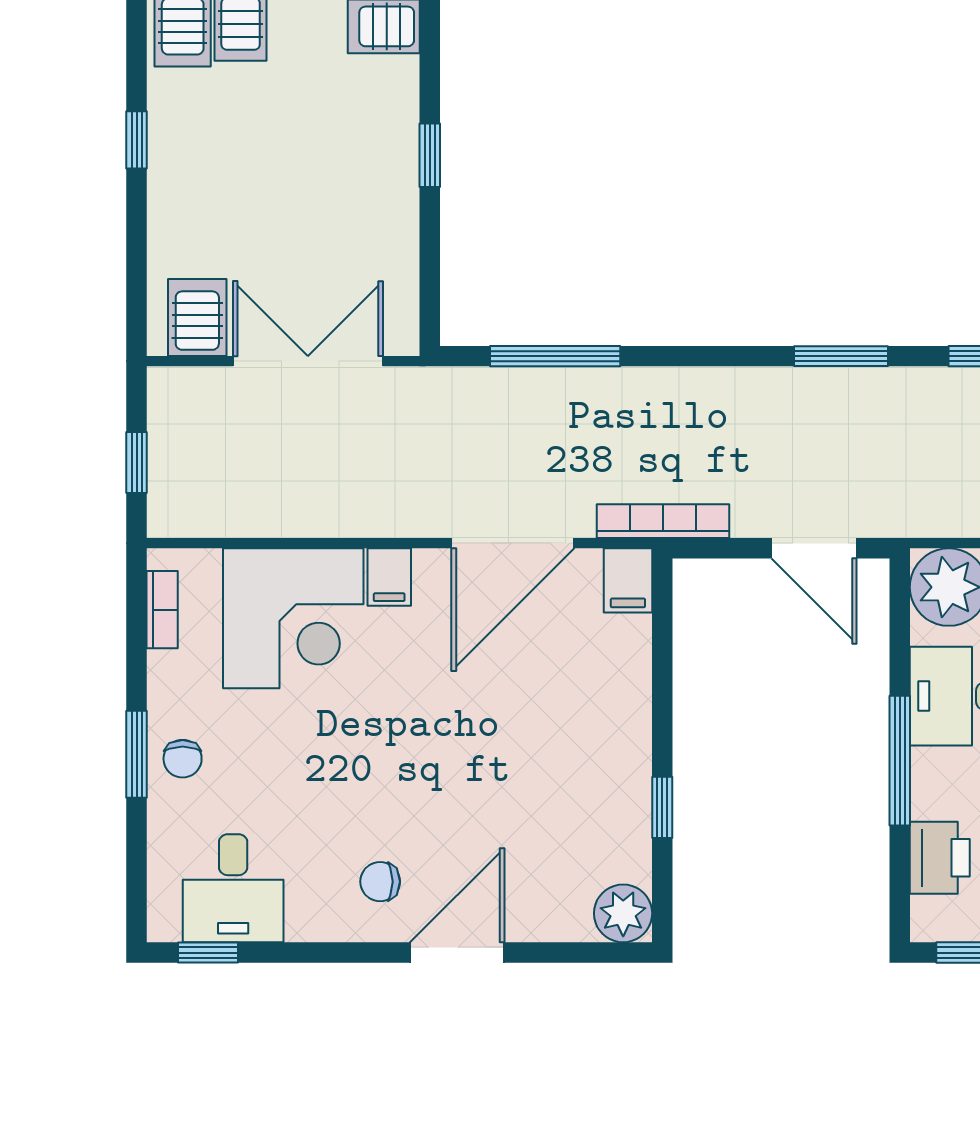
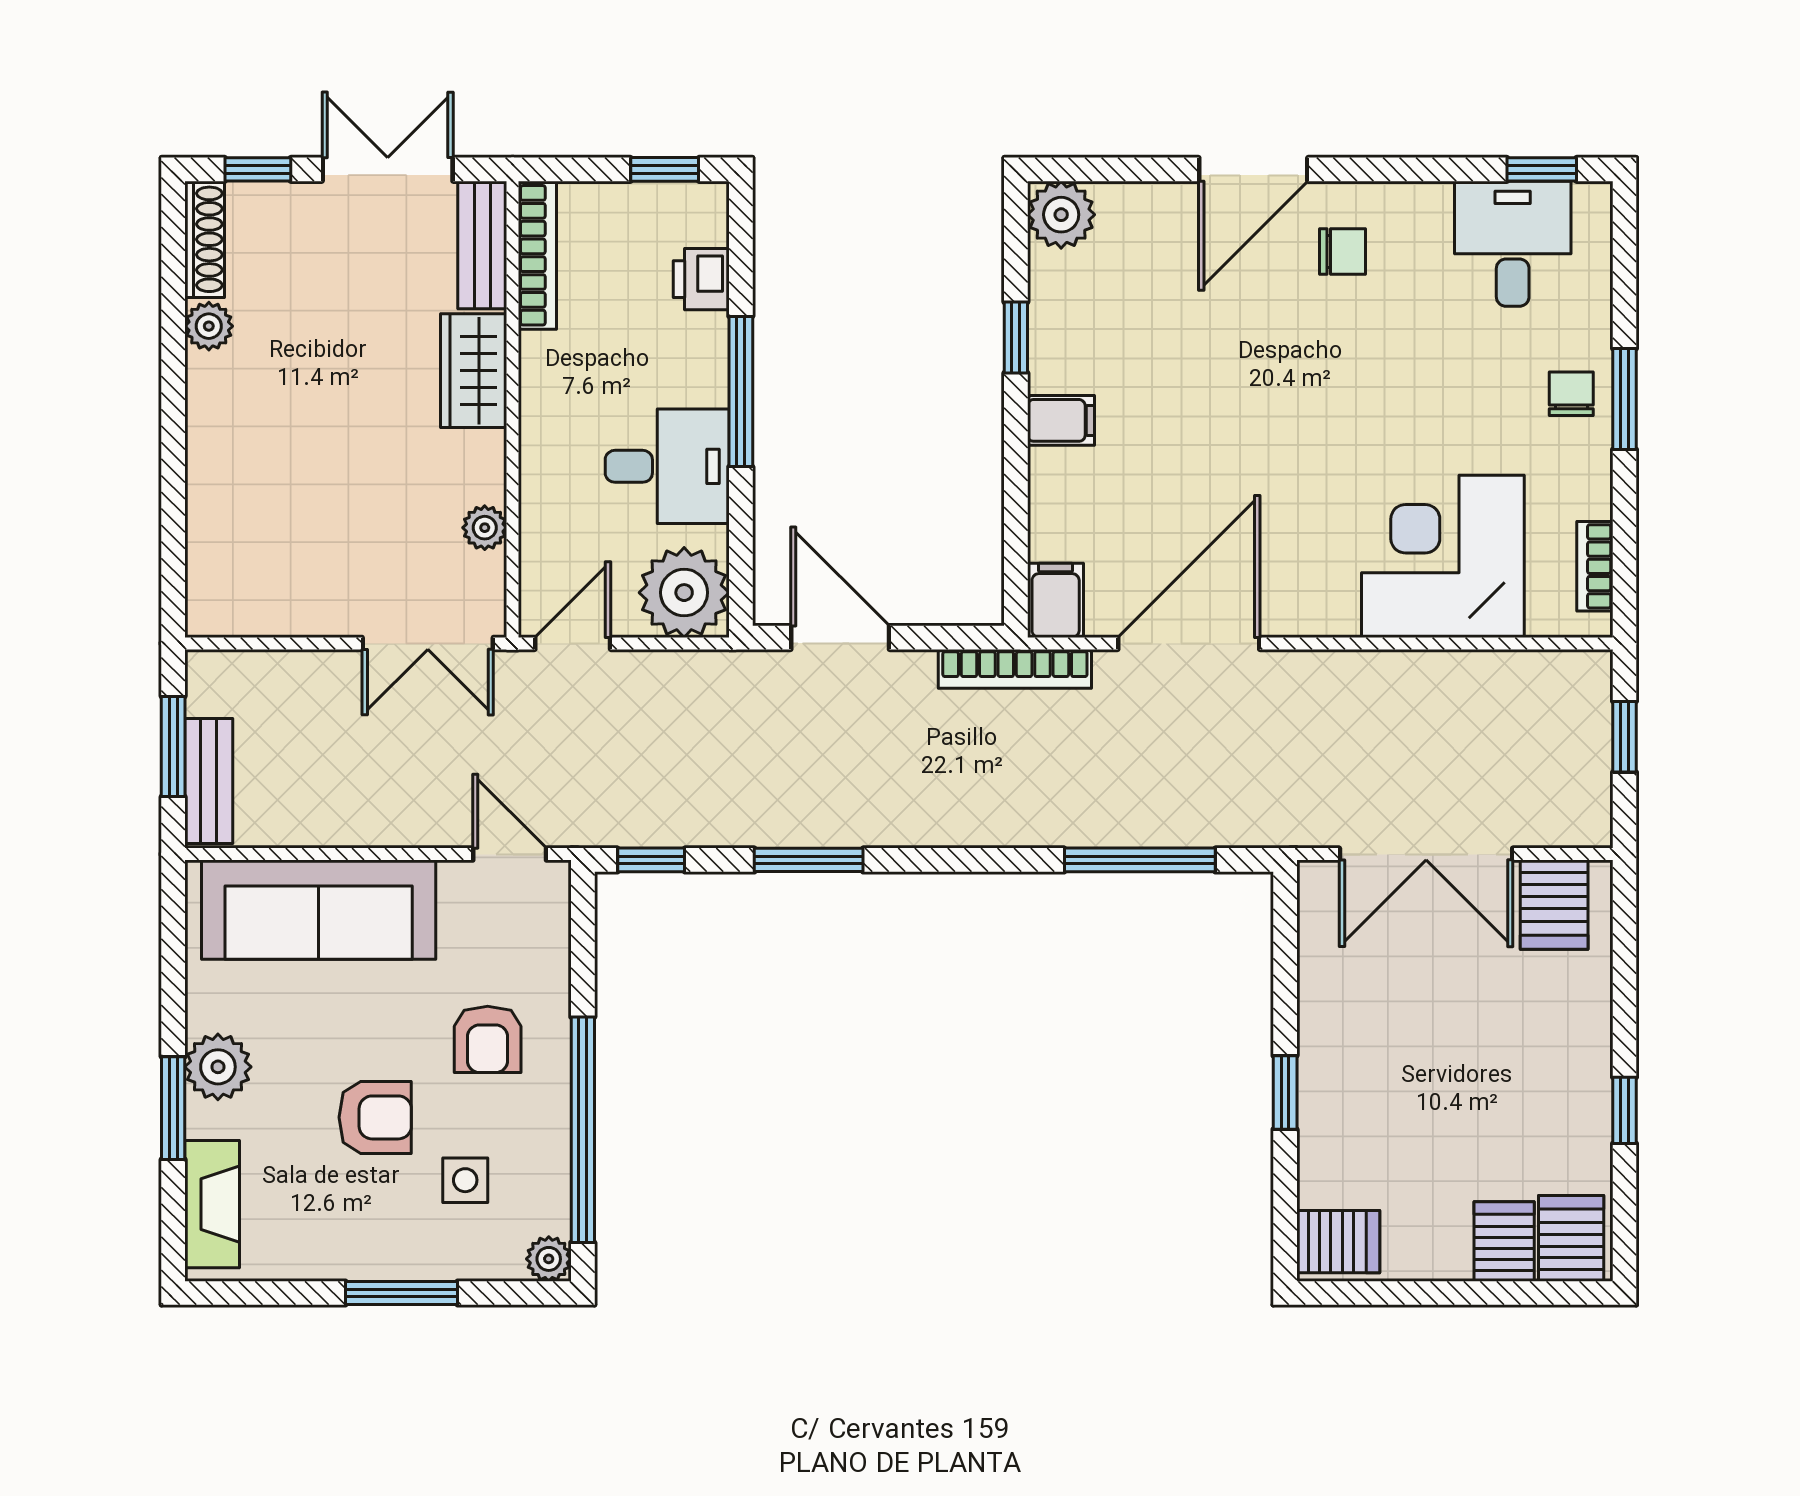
filing cabinet: (389, 577) -> (1061, 420), moved, turned 90
printer: (940, 858) -> (701, 279), width x0.73, depth x0.81

